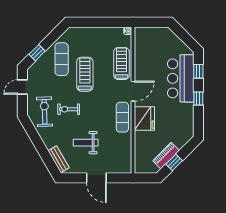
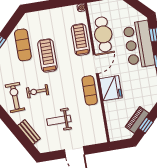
cafe table: (146, 62) -> (103, 34), added
bench: (59, 159) -> (29, 132), moved

